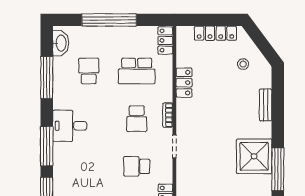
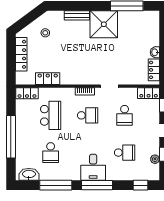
school desk: (89, 71) -> (51, 153), turned -90
locker: (184, 83) -> (48, 79), moved
window: (47, 146) -> (97, 185), moved
shower: (254, 156) -> (104, 24), moved
school desk: (89, 166) -> (125, 153), added

